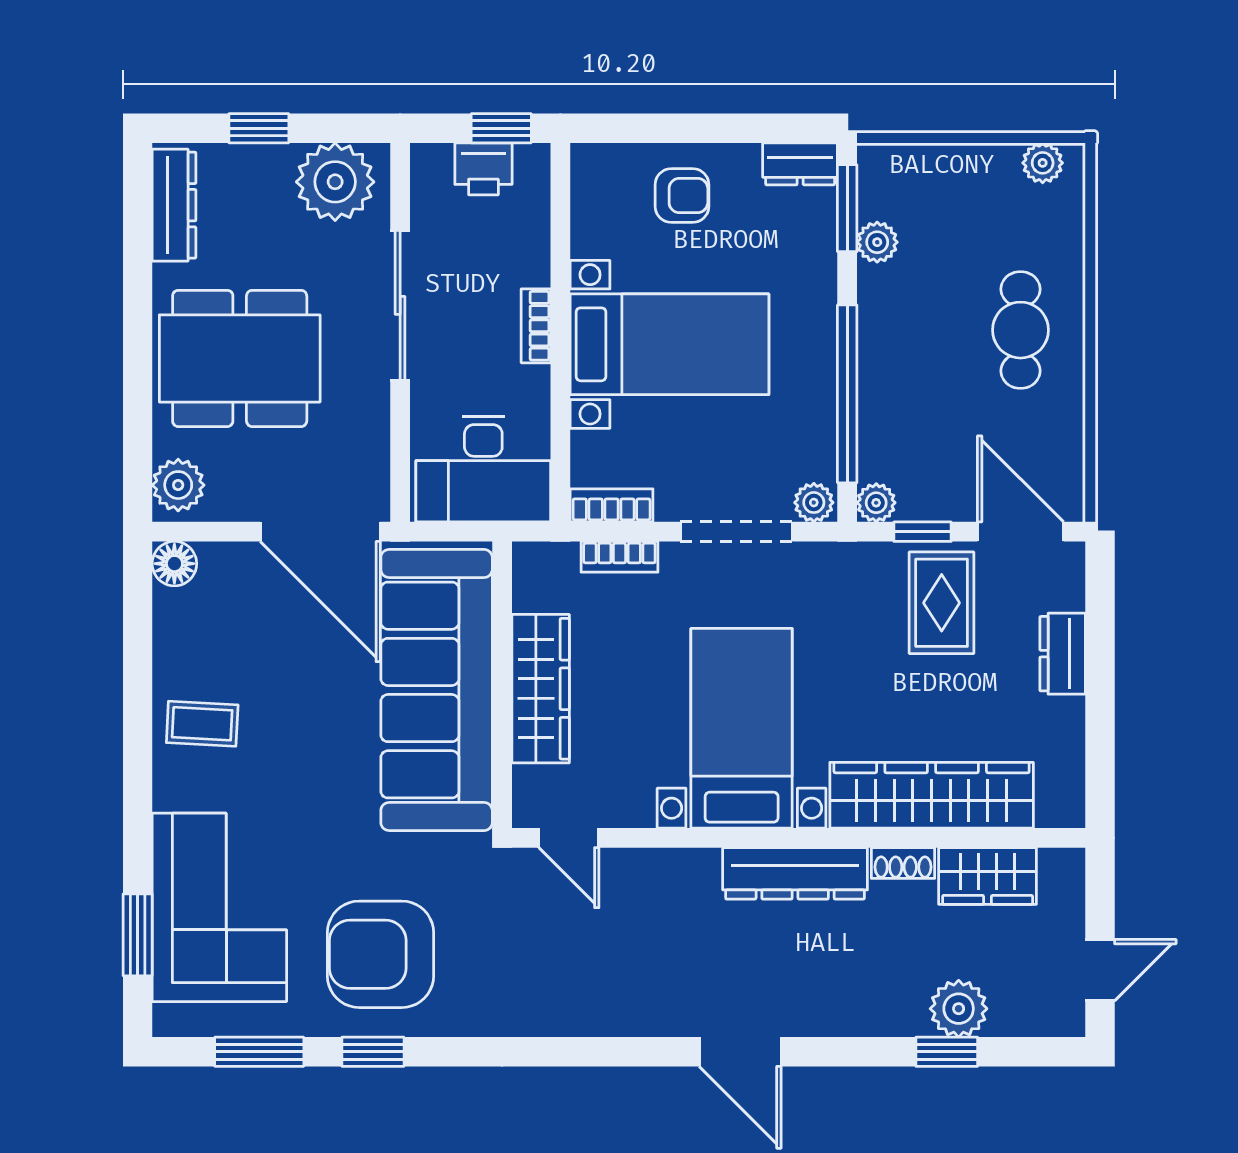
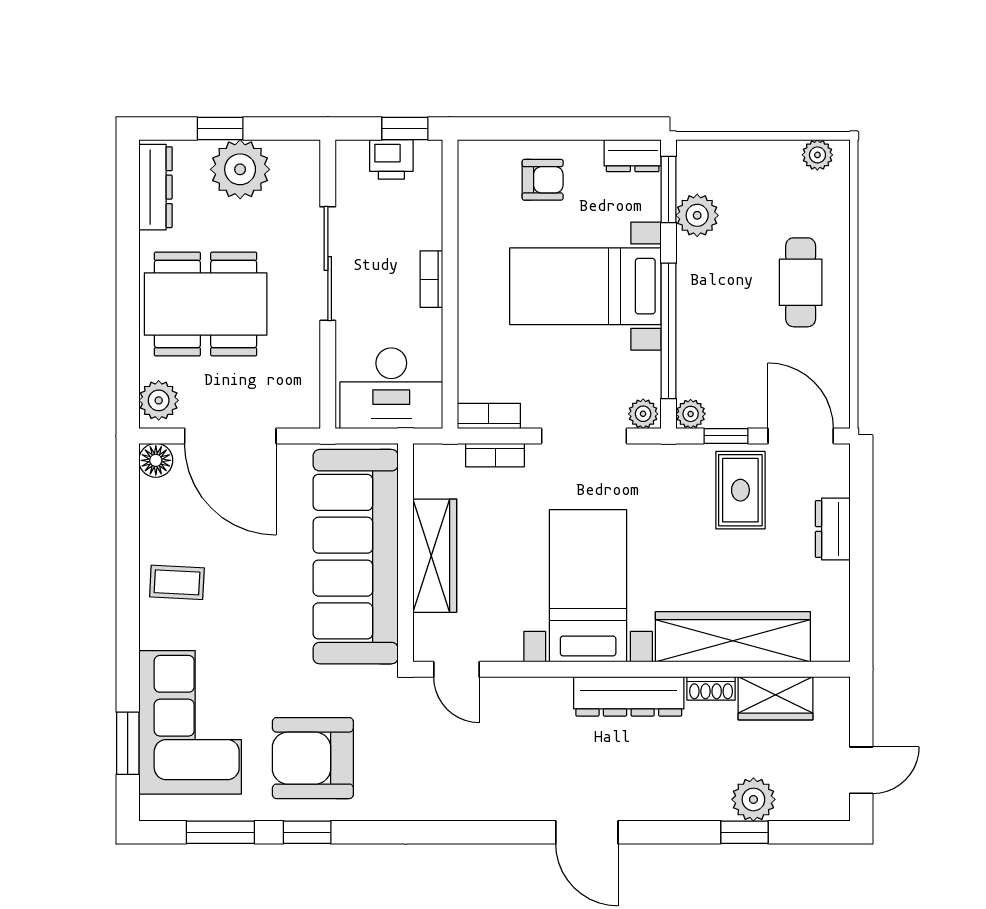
plant: (335, 182) -> (240, 169), moved
plant: (877, 242) -> (697, 215), width x1.38, depth x1.38
bed with nightstands: (670, 344) -> (585, 286), moved, turned 180
door: (320, 532) -> (230, 436), moved

